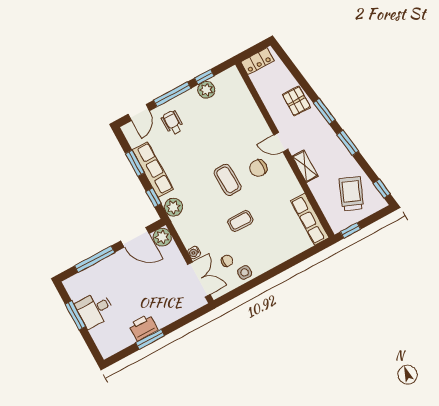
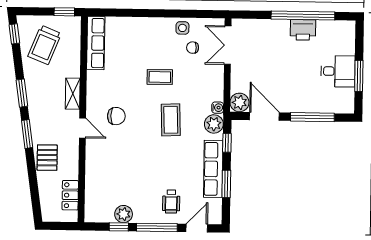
locker: (257, 61) -> (70, 195), moved, turned -90
coffee table: (228, 180) -> (171, 120), moved
water cooler: (194, 253) -> (218, 108), moved
window: (150, 339) -> (303, 16), width x2.11

